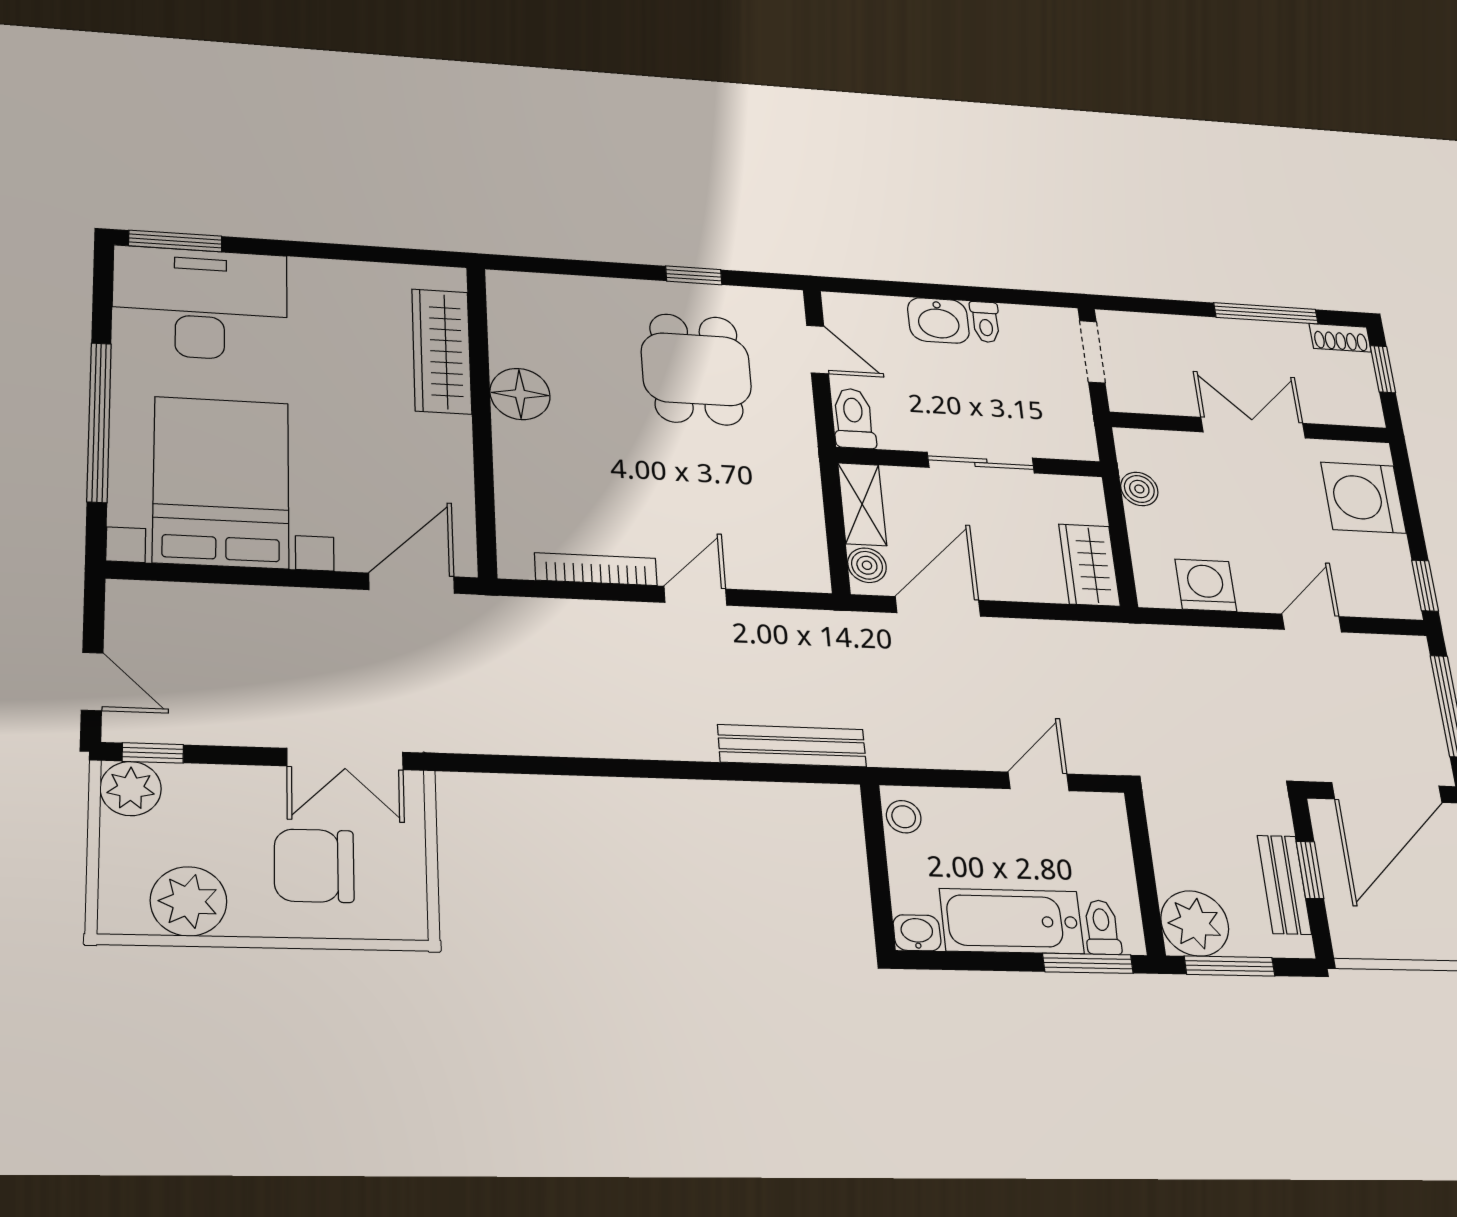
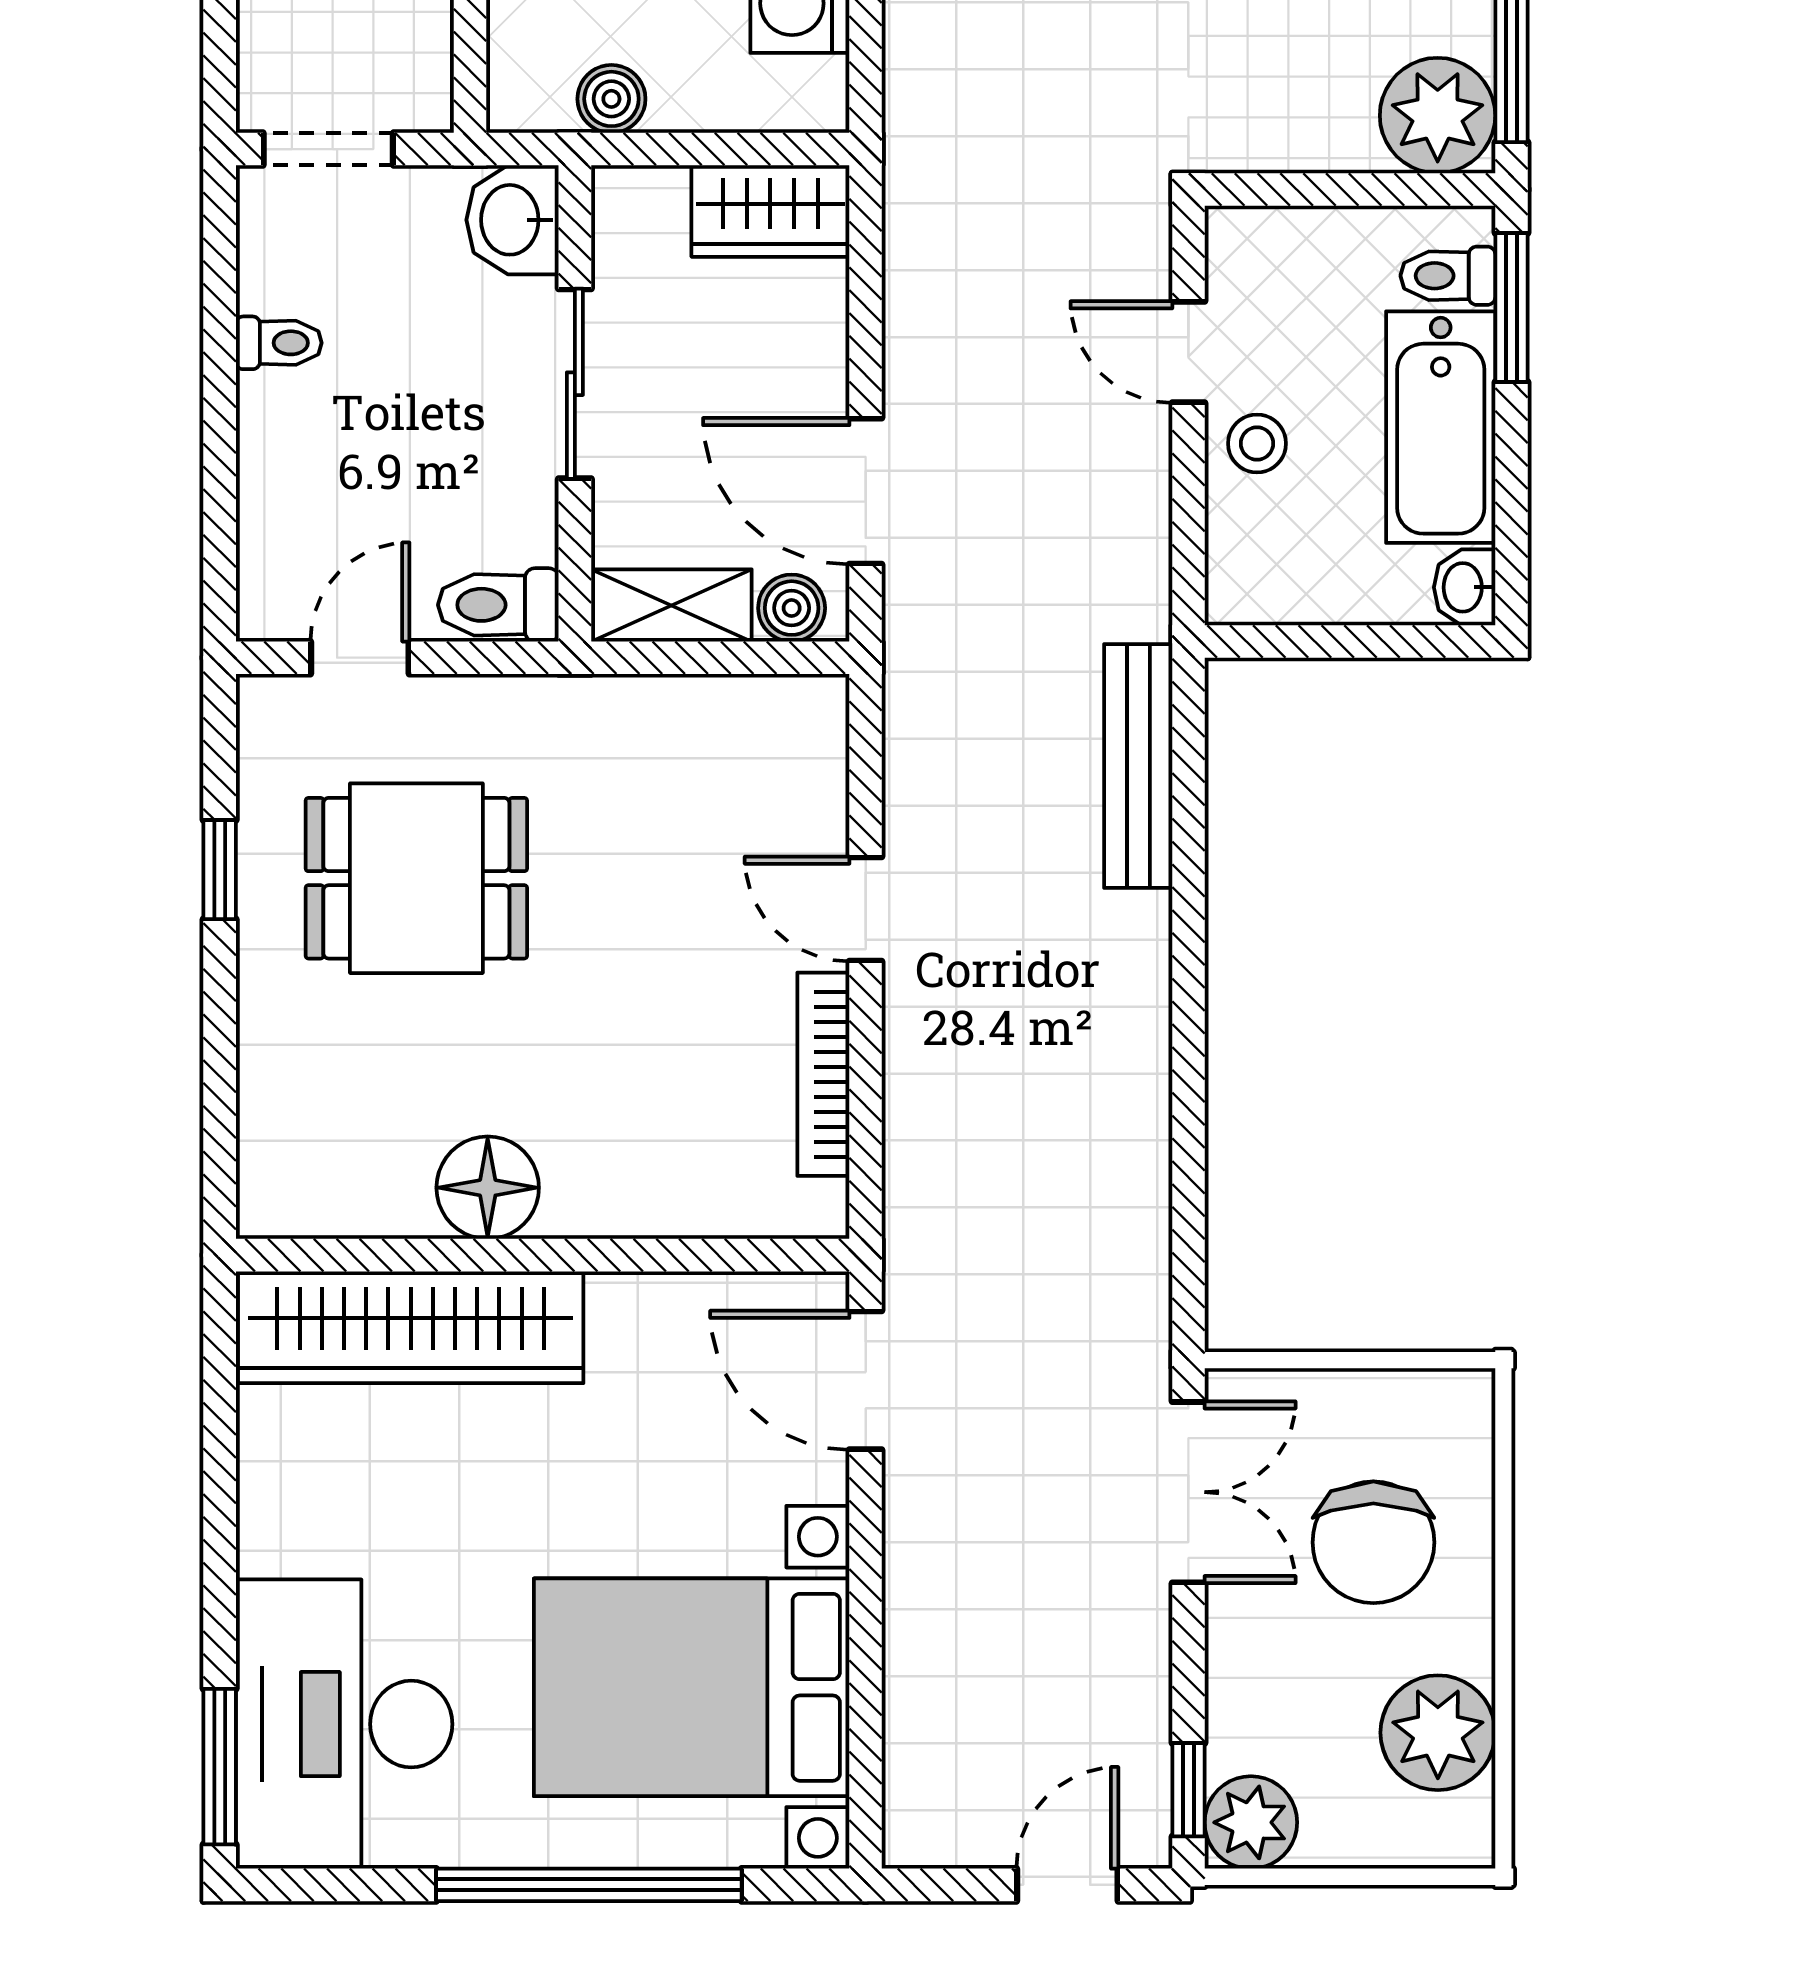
washbasin: (938, 320) -> (513, 220), moved, turned 180
wardrobe: (442, 351) -> (411, 1327), width x1.40, depth x1.17
stool: (904, 817) -> (1257, 443), moved

